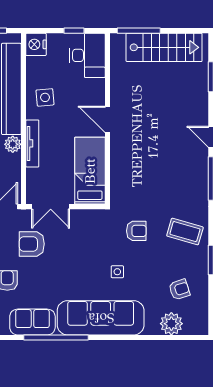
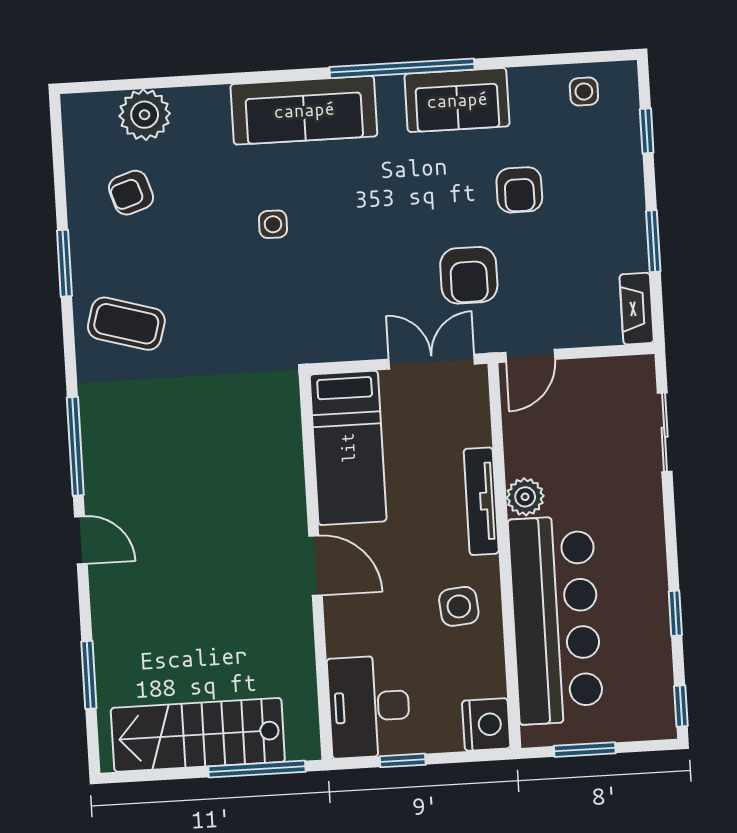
armchair: (136, 231) -> (236, 319), removed
armchair: (32, 244) -> (469, 275), turned 90
sofa: (101, 318) -> (304, 110), width x0.74, depth x0.79

